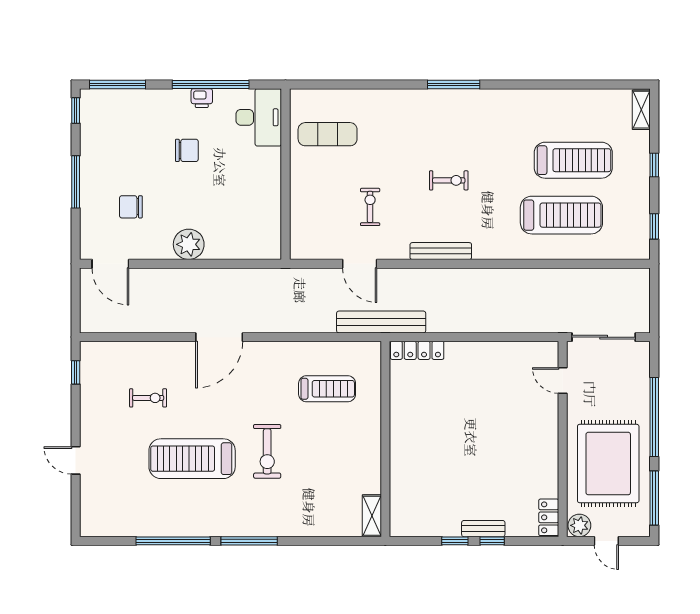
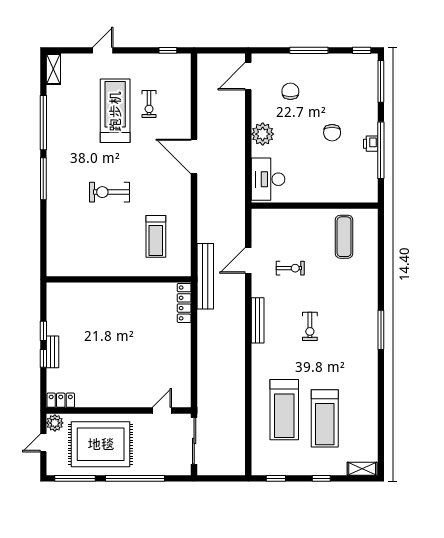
desk: (259, 117) -> (268, 179), moved, turned 90
treadmill: (192, 459) -> (115, 111), moved
shelving: (372, 516) -> (53, 69), moved, turned 90

